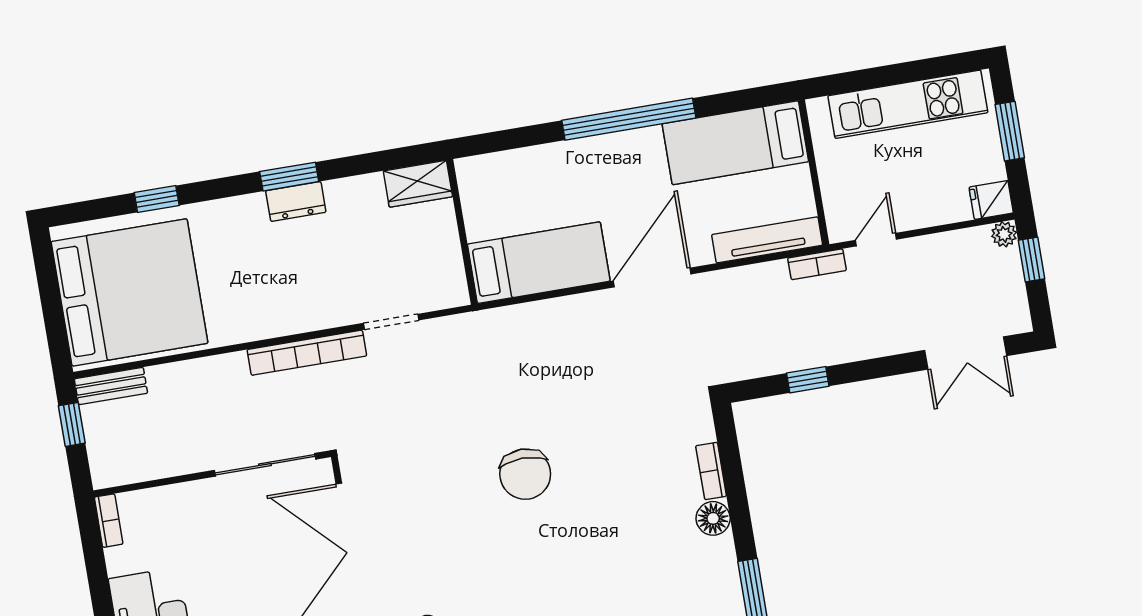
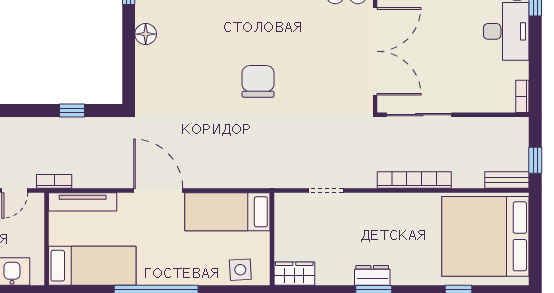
side table: (503, 176) -> (240, 270), added
door: (652, 278) -> (158, 191), swing flipped
bookcase: (307, 353) -> (414, 180), moved
bookcase: (711, 471) -> (142, 64), removed

